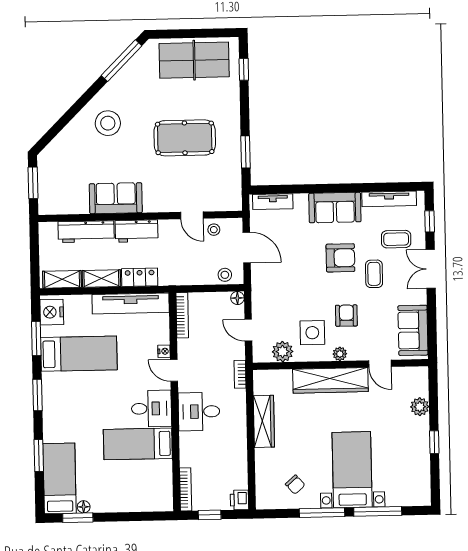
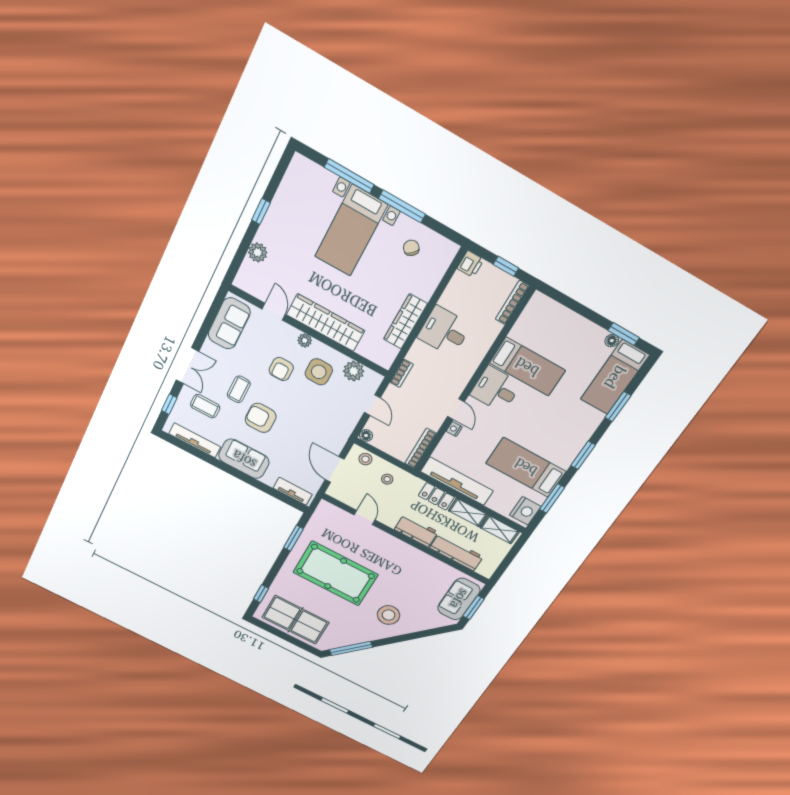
pool table: (185, 138) -> (336, 574), width x1.36, depth x1.32
sofa: (116, 198) -> (459, 599), moved, turned 90
stool: (214, 230) -> (387, 479), moved
desk: (199, 412) -> (444, 331), moved, turned 180

